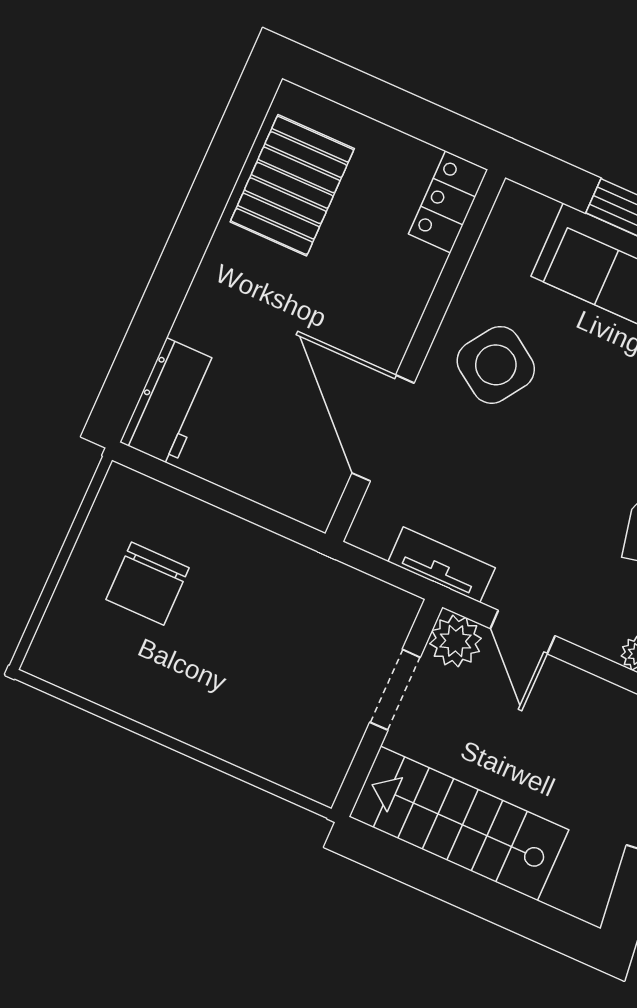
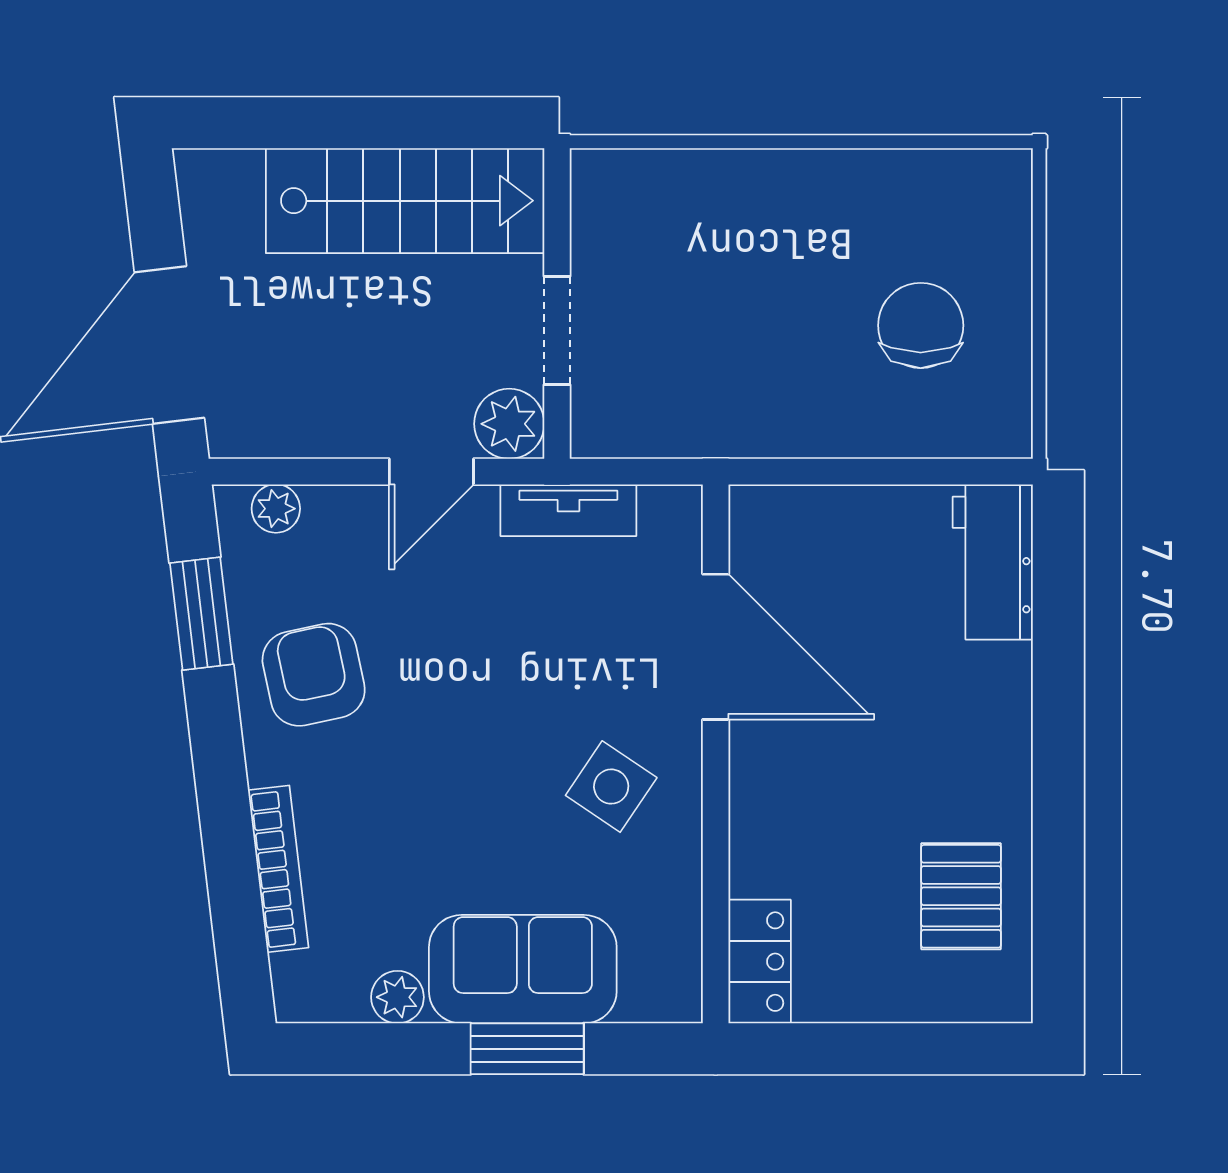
pallet: (292, 185) -> (961, 896), width x0.67, depth x0.71
side table: (496, 365) -> (611, 787), width x0.73, depth x0.73
door: (523, 632) -> (431, 472), swing flipped

